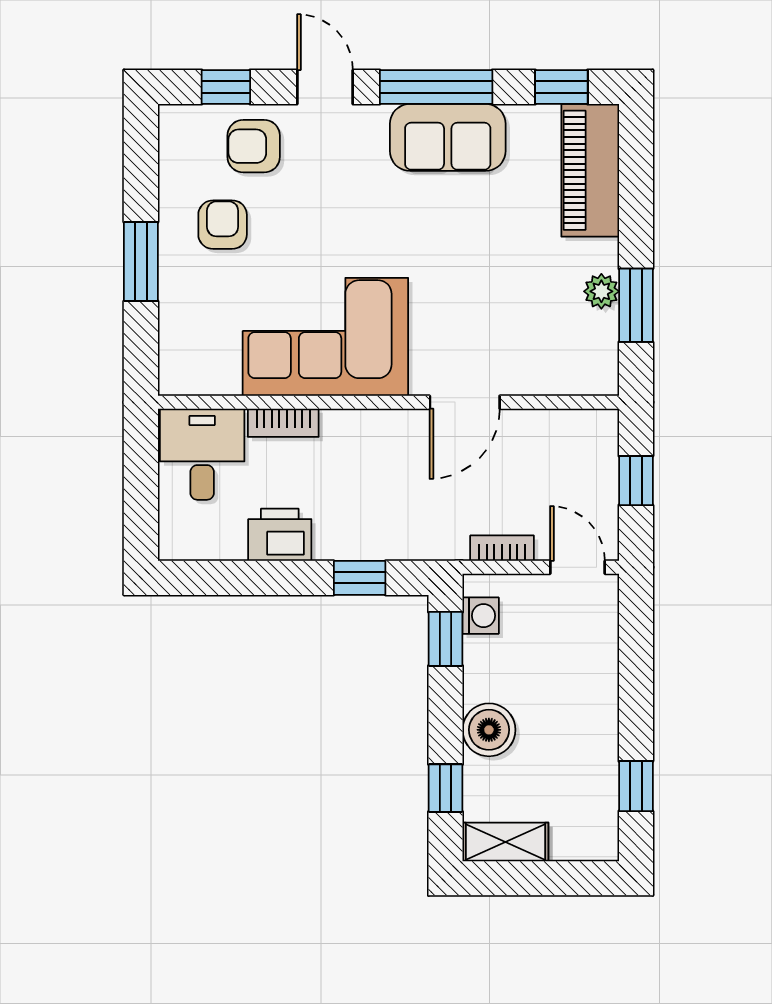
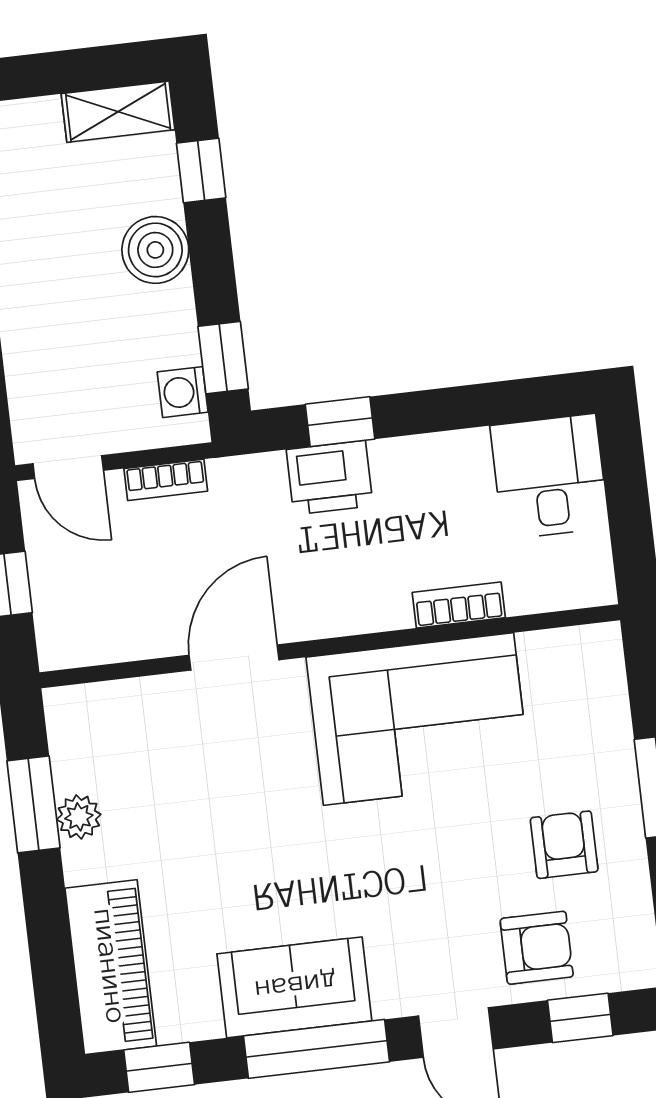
armchair: (223, 225) -> (564, 845), turned 180
desk: (202, 454) -> (549, 477), moved, turned 180
printer: (280, 535) -> (330, 478), moved

